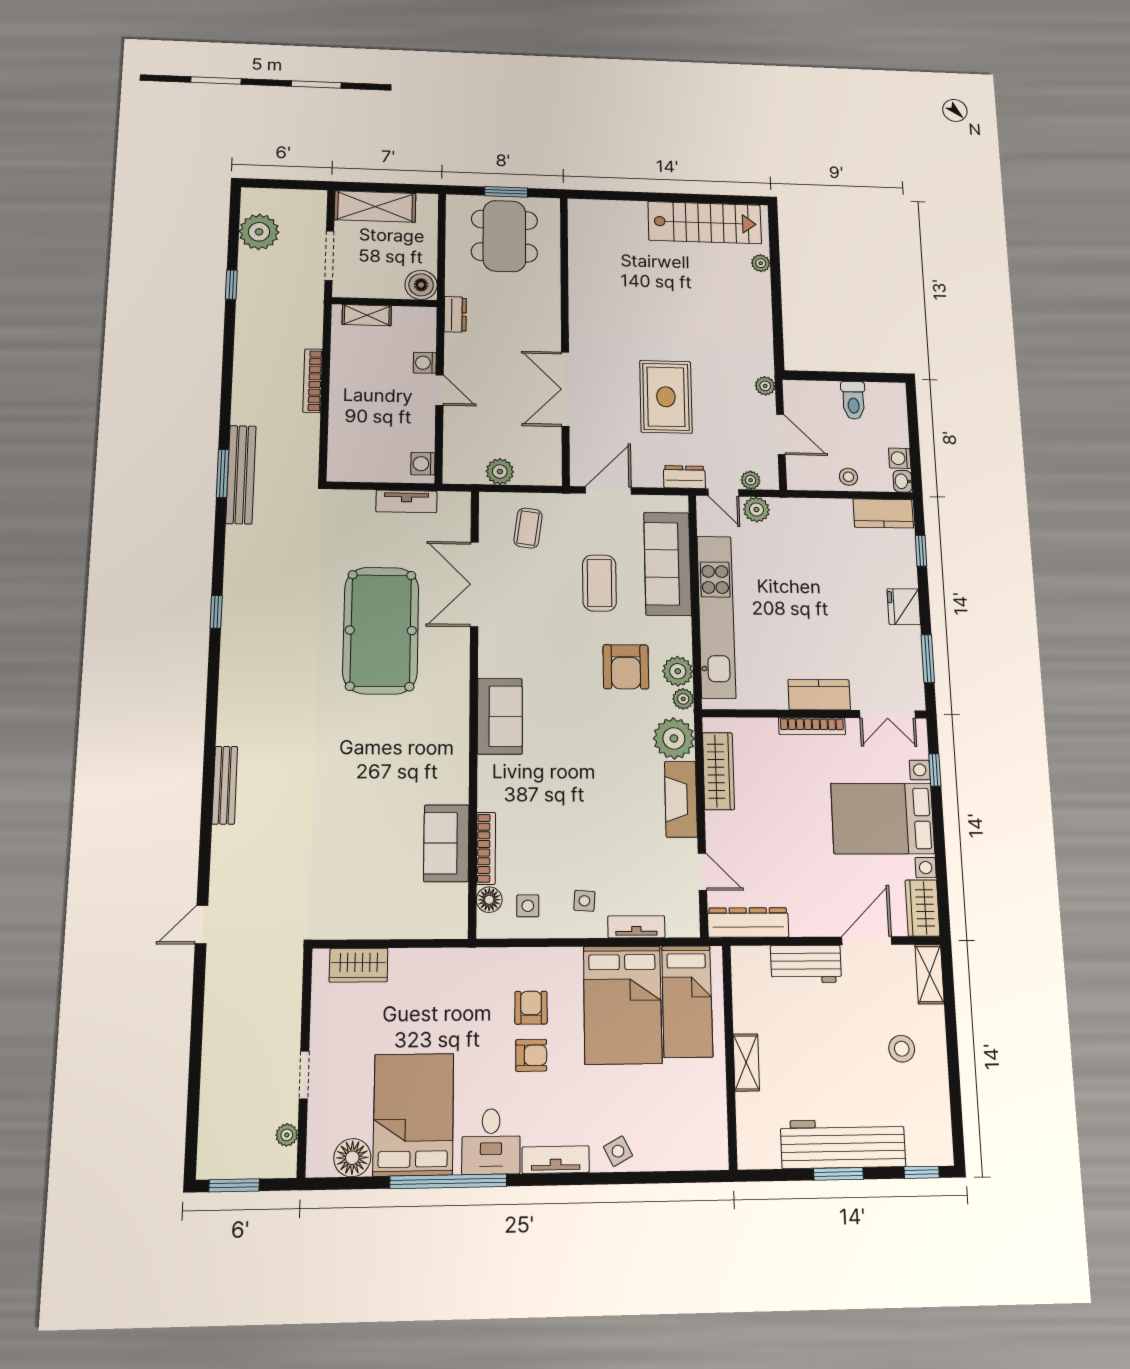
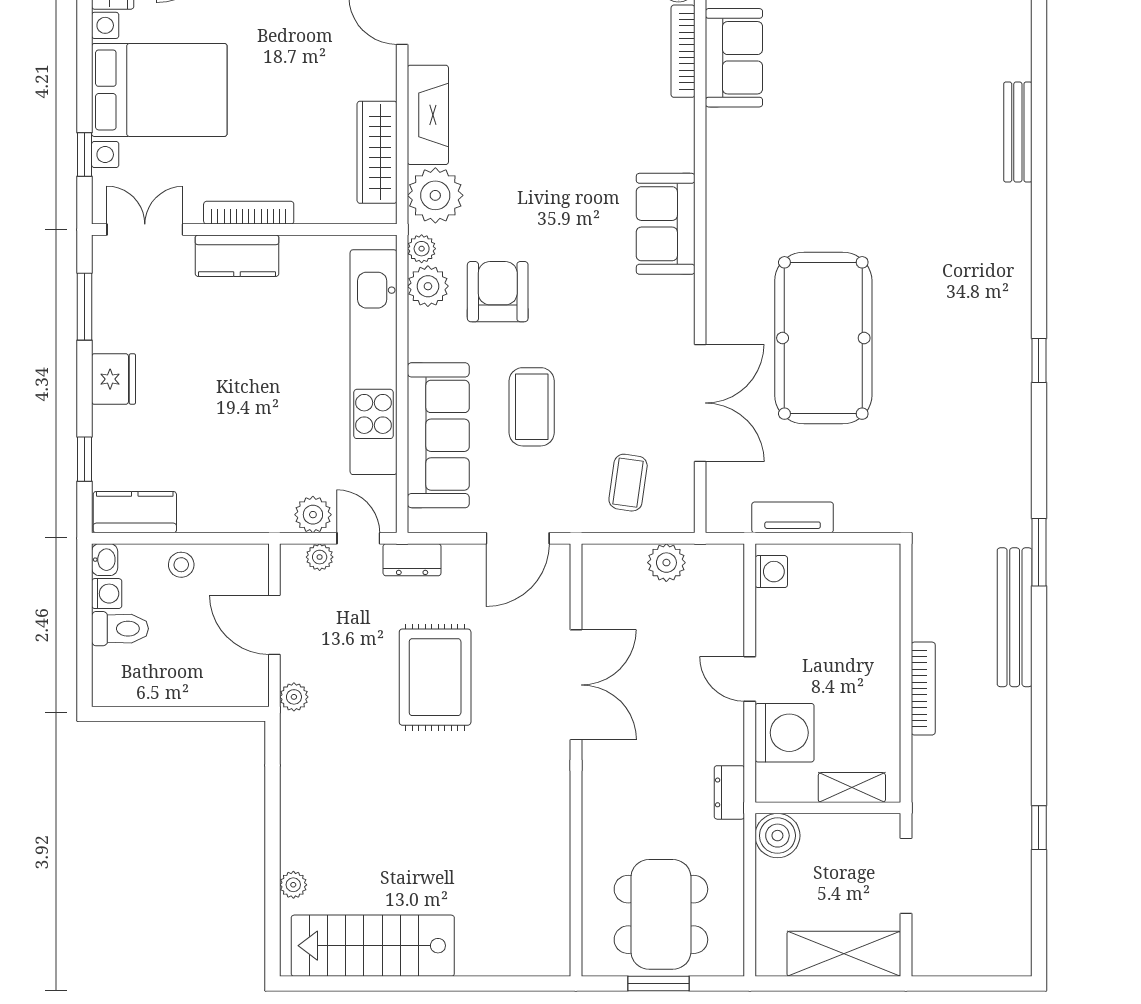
plant: (259, 232) -> (1004, 909), removed
washing machine: (425, 363) -> (785, 733), width x1.89, depth x1.89
toilet: (853, 400) -> (120, 629), moved, turned 90
bench: (241, 475) -> (1015, 617), moved

